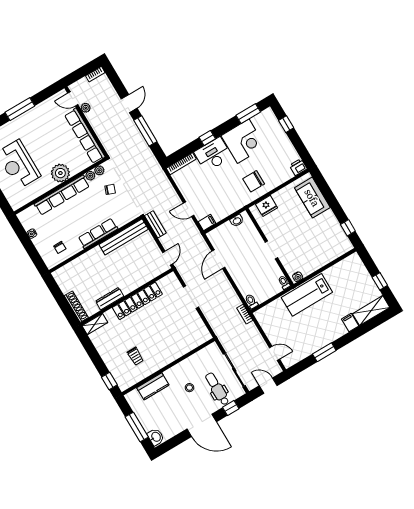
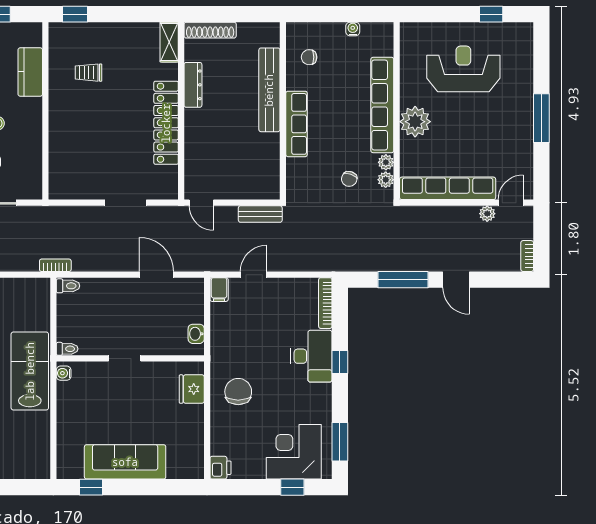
corner desk: (243, 141) -> (294, 452), moved, turned 90
sofa: (312, 198) -> (125, 462), moved, width x1.36
bench: (124, 237) -> (269, 90), moved

